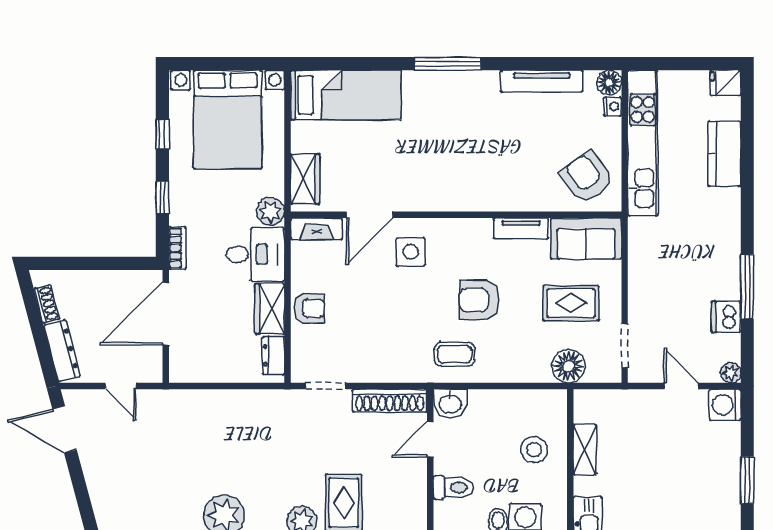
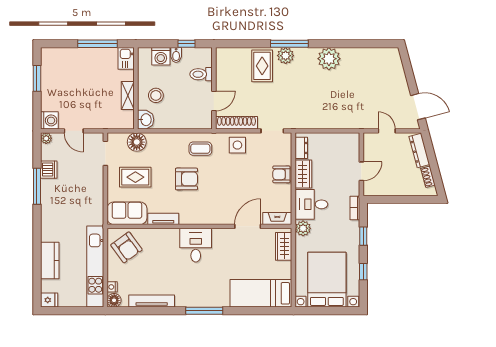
desk: (463, 181) -> (196, 245), added
side table: (411, 252) -> (237, 145), moved
door: (166, 314) -> (361, 171), width x0.53
washbasin: (450, 403) -> (146, 120), moved, turned 90

